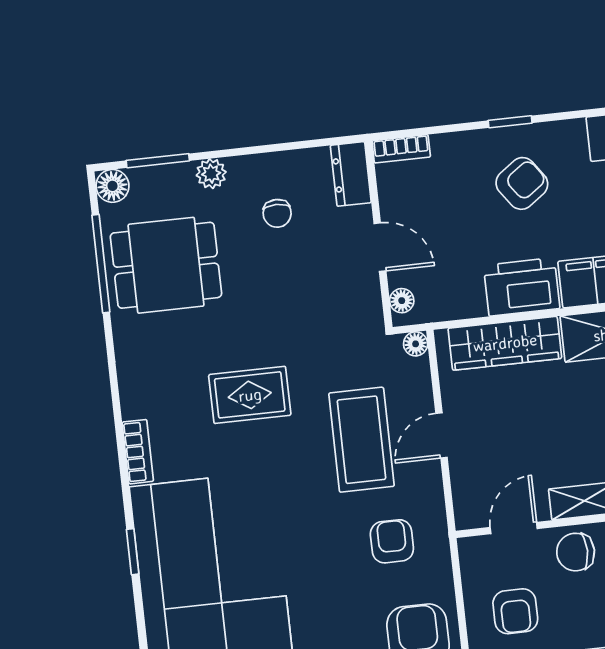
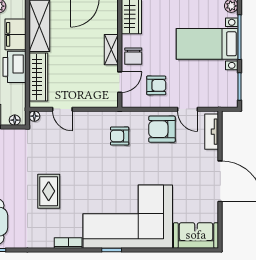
door: (441, 435) -> (62, 109), moved
coffee table: (361, 440) -> (74, 144), removed
door: (514, 528) -> (120, 82), swing flipped

